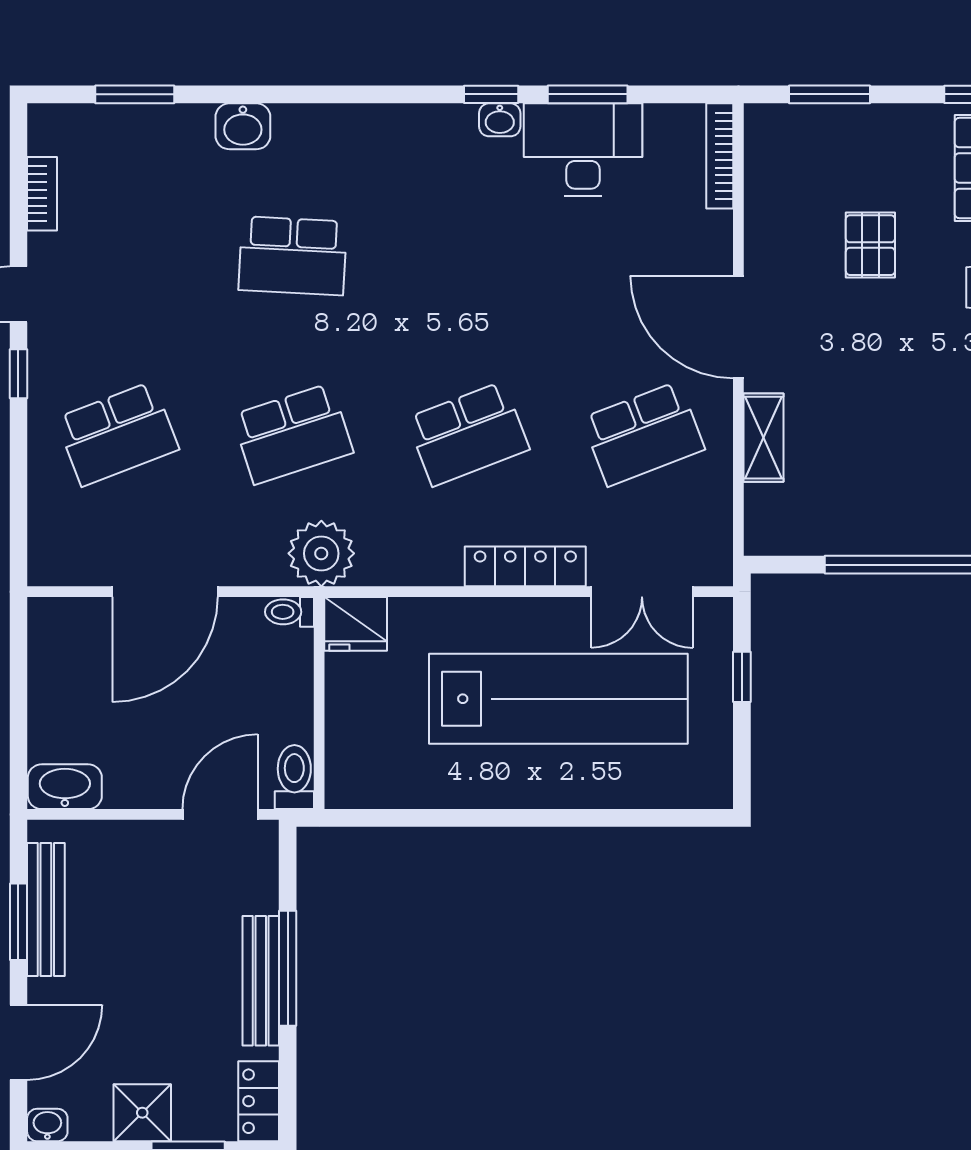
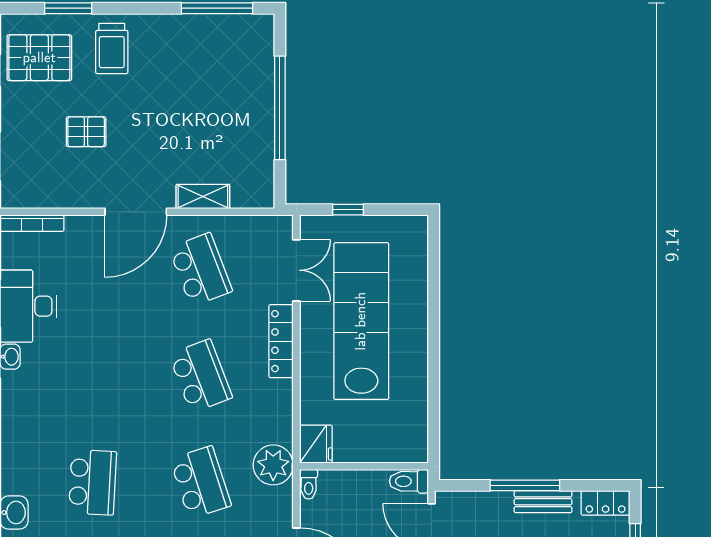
bench: (261, 981) -> (543, 502), width x0.73

